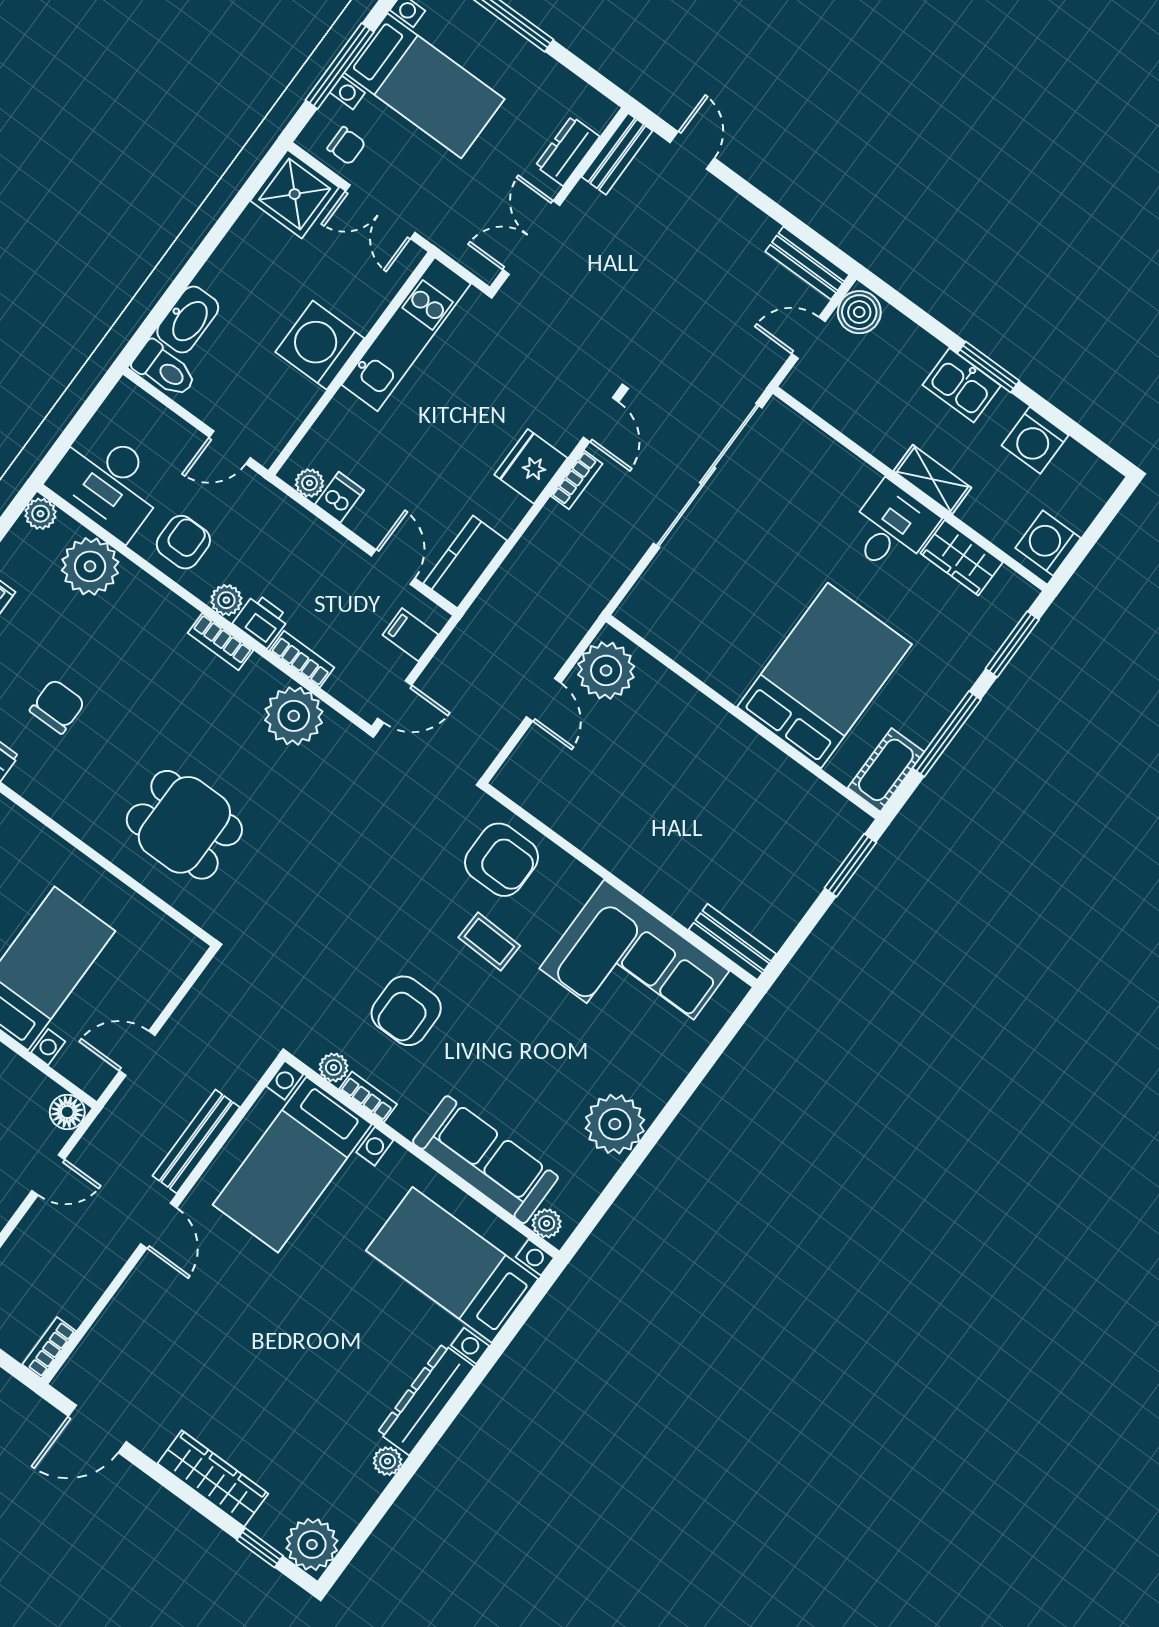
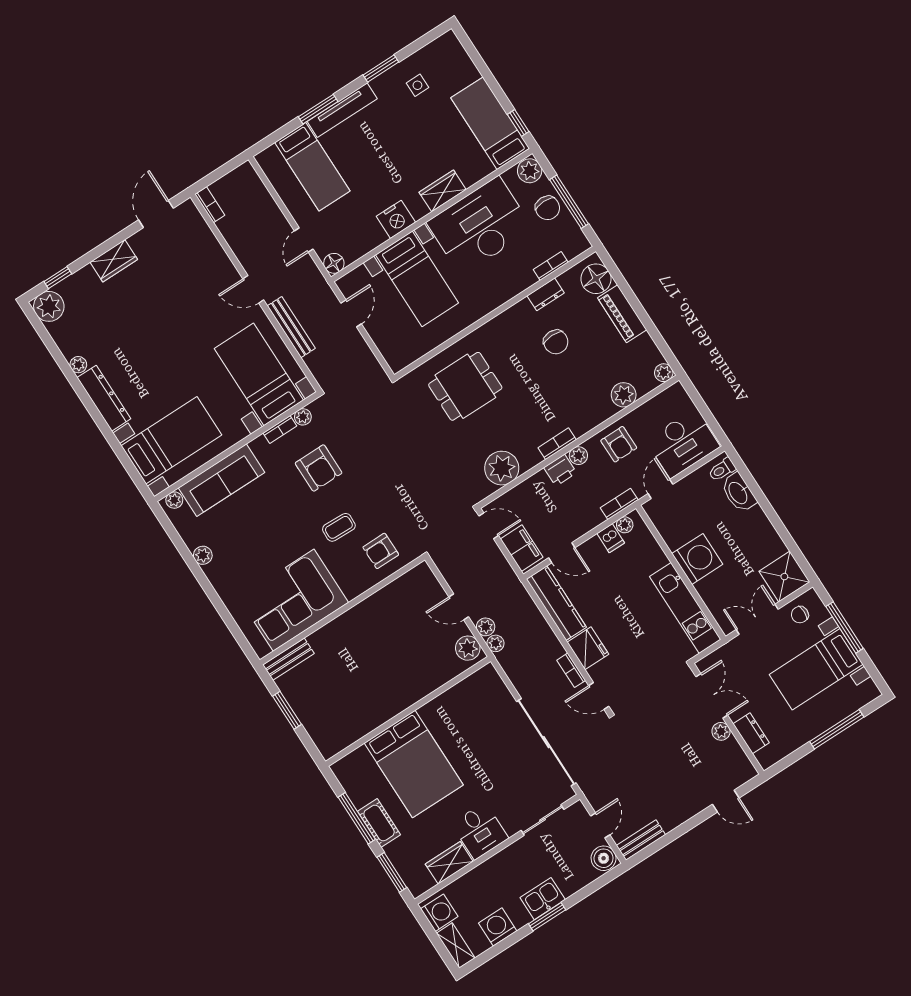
bench: (617, 154) -> (739, 760), removed
plant: (583, 201) -> (721, 731), added
toilet: (165, 369) -> (722, 470), width x0.73, depth x0.72
sliding door: (835, 434) -> (542, 820), added
shelving: (932, 479) -> (456, 946), moved, turned 90
desk: (108, 482) -> (683, 443), moved, turned 180
kitchen counter: (465, 562) -> (556, 603), width x1.50
plant: (90, 566) -> (624, 395), width x0.73, depth x0.73
plant: (580, 618) -> (495, 643), added
filing cabinet: (410, 635) -> (522, 548), width x2.00
plant: (559, 644) -> (486, 627), added
bookcase: (302, 659) -> (619, 504), moved, turned 180
plant: (606, 670) -> (468, 648), width x0.73, depth x0.73
door: (395, 702) -> (489, 526), swing flipped
cot: (886, 770) -> (379, 823), moved
armchair: (502, 860) -> (381, 551), width x0.72, depth x0.72
window: (850, 865) -> (287, 710), moved
armchair: (406, 1011) -> (319, 468), turned 180
plant: (615, 1124) -> (203, 555), width x0.53, depth x0.53
wardrobe: (213, 1479) -> (114, 261), width x0.67

